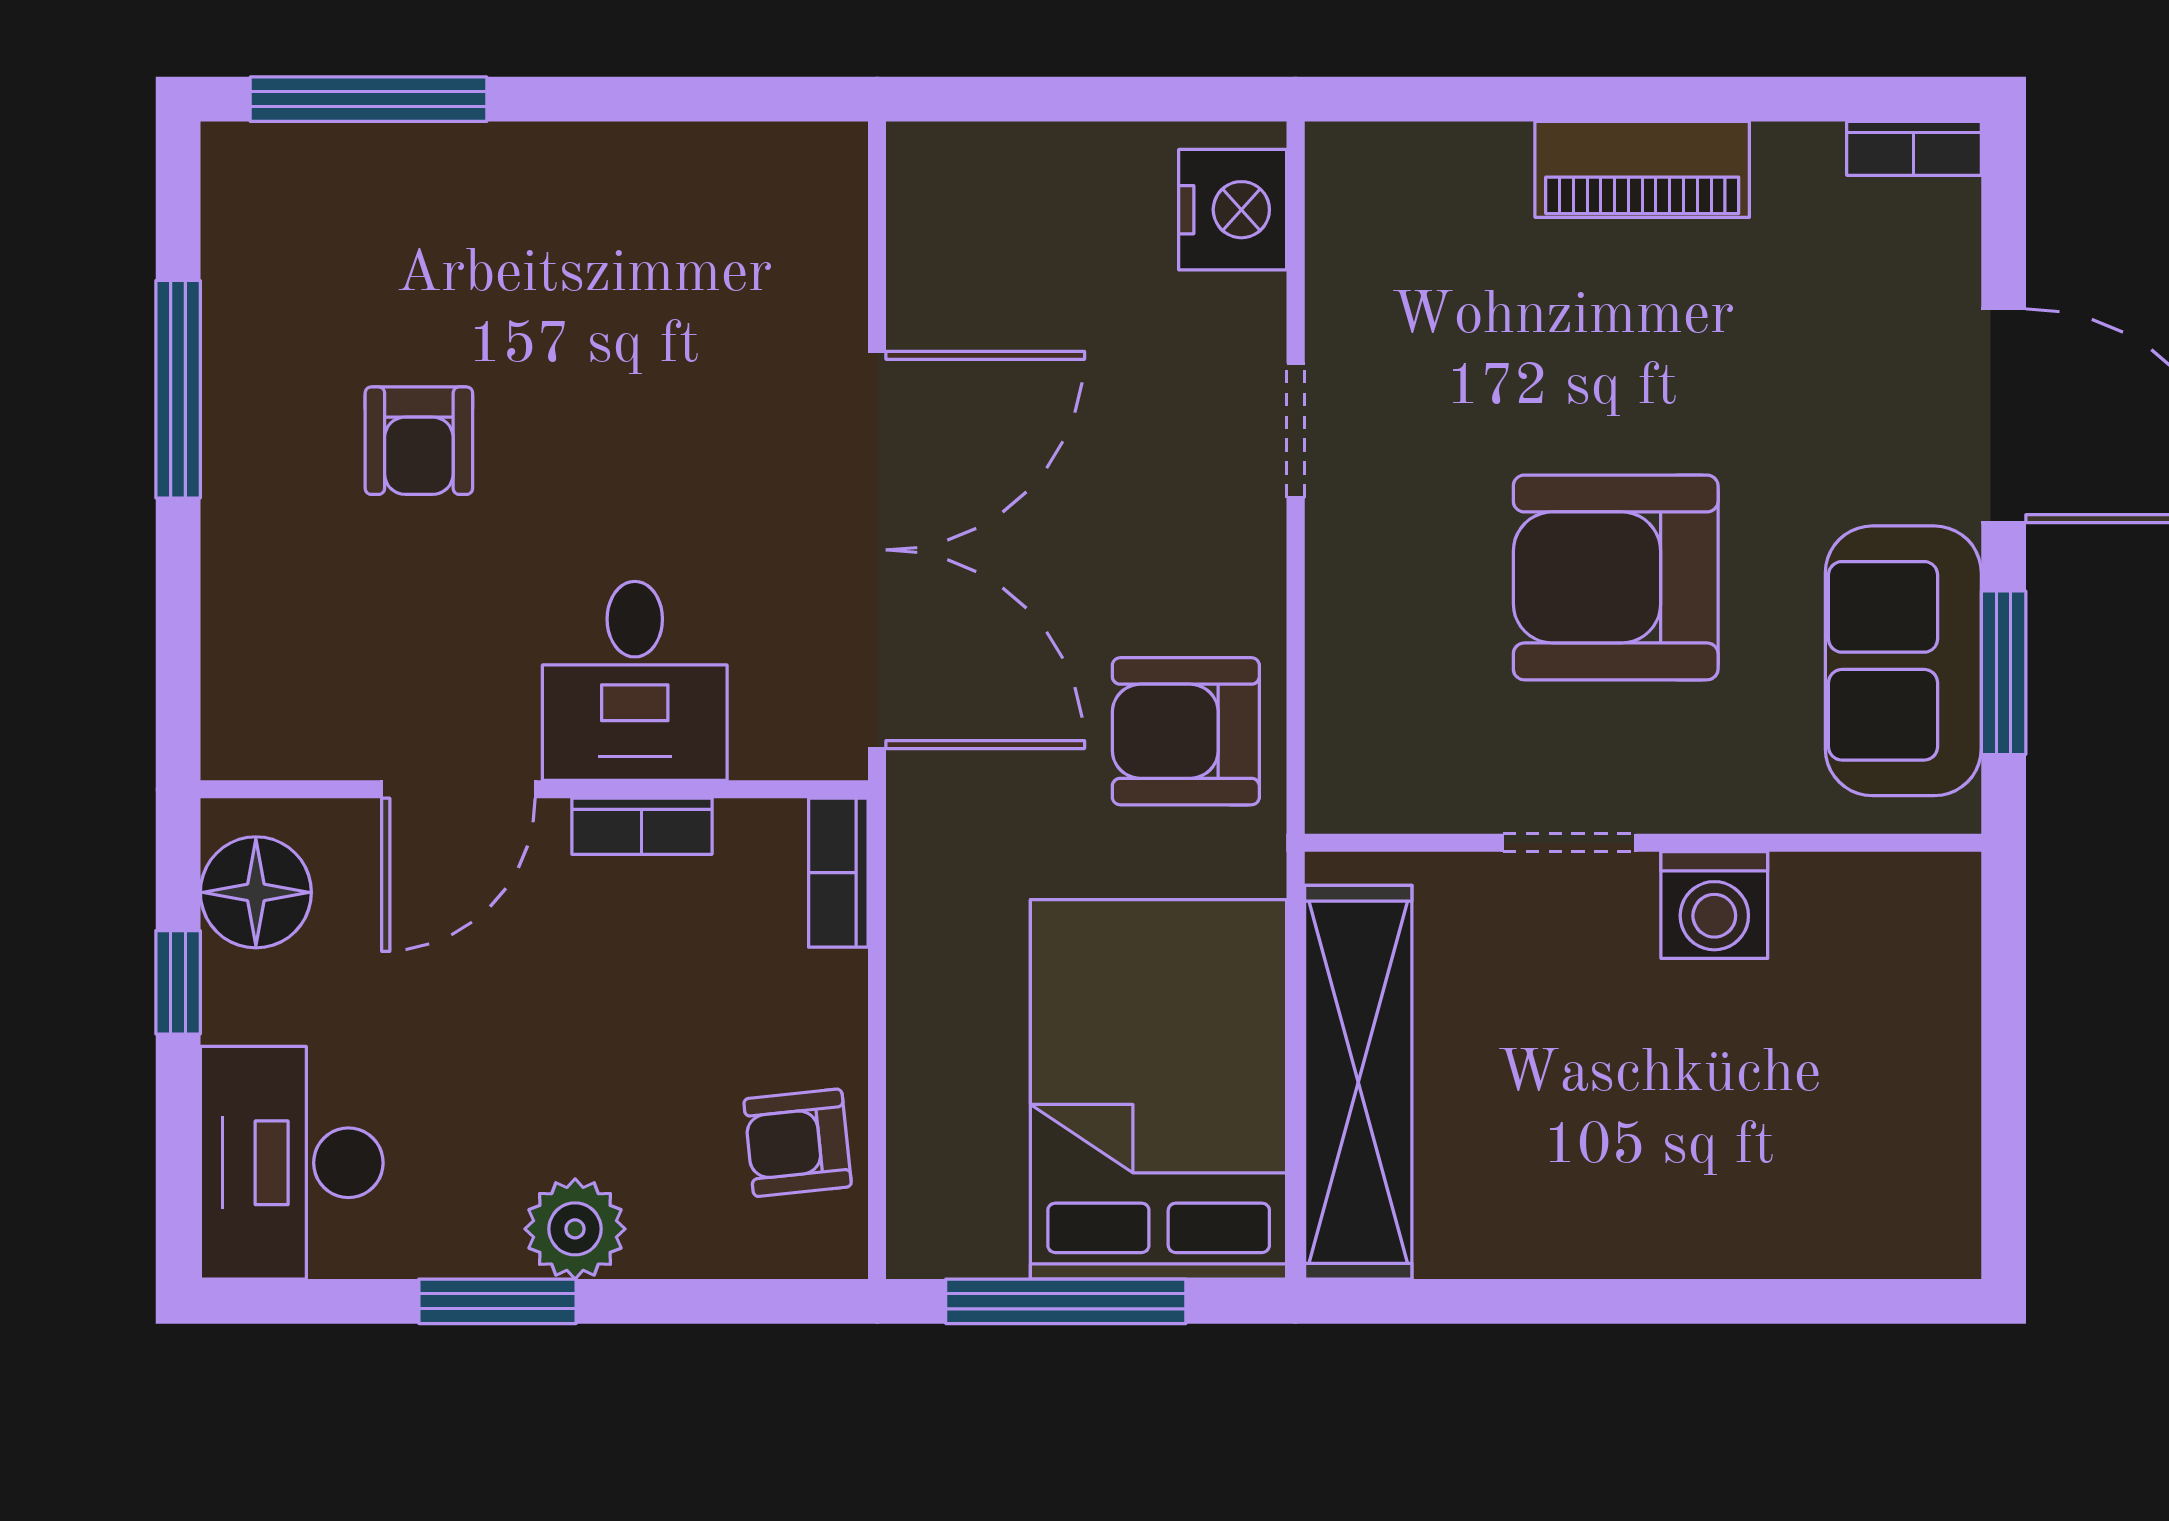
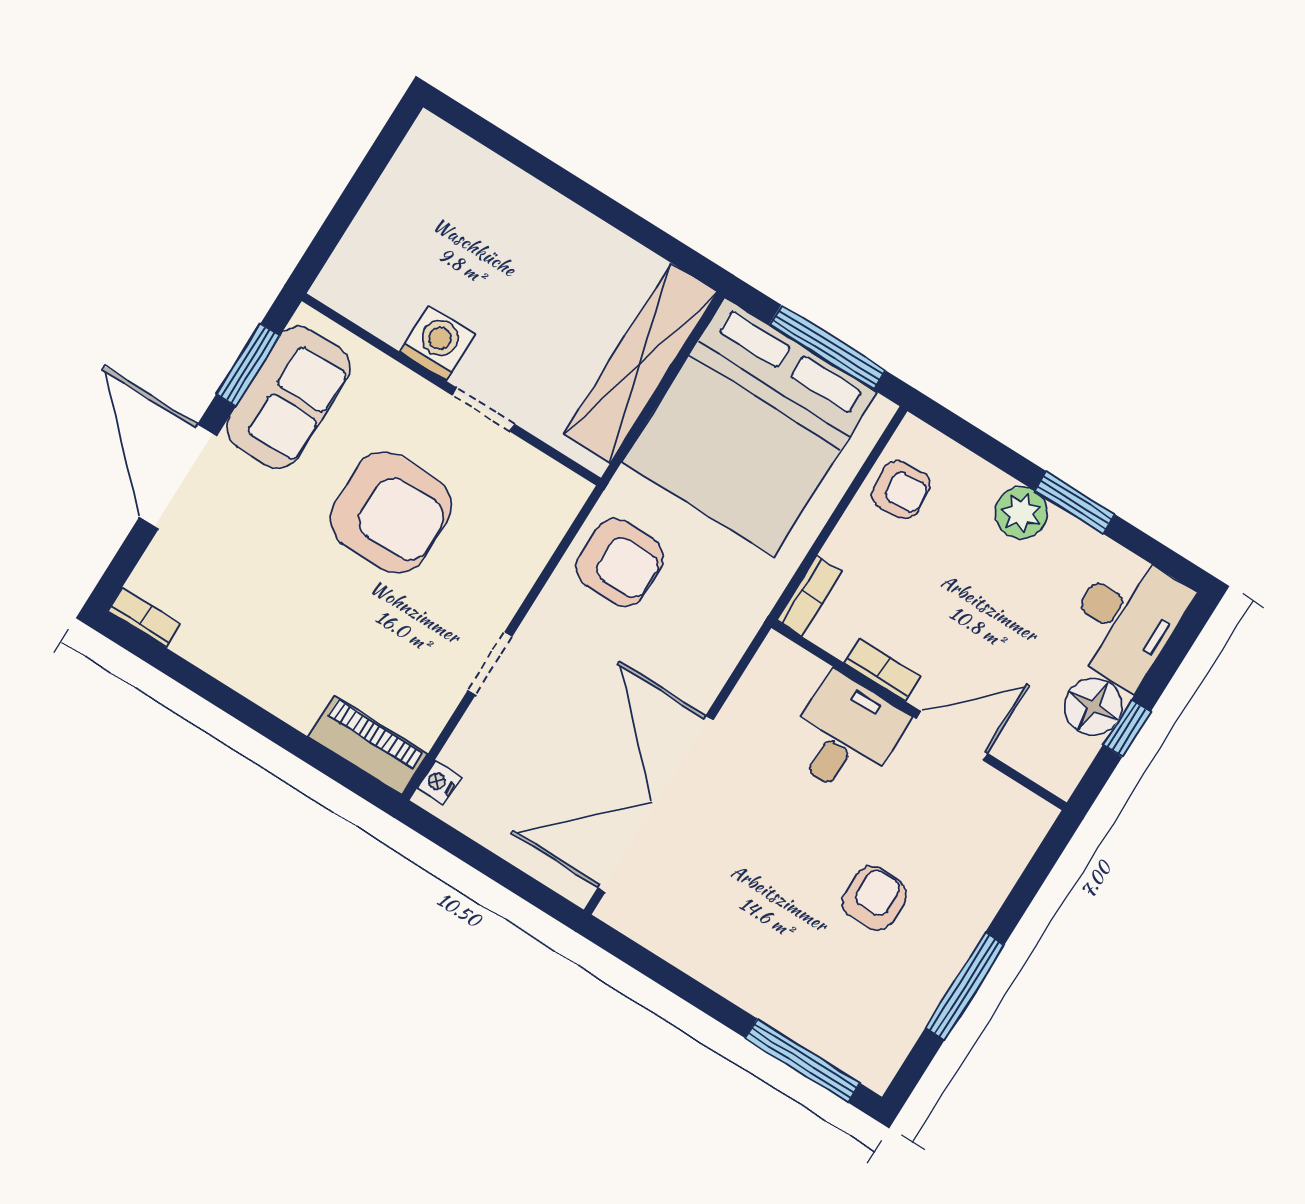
piano: (1642, 169) -> (368, 745), moved
nightstand: (1233, 210) -> (439, 783), width x0.53, depth x0.56
double door: (877, 550) -> (656, 804), moved
floor lamp: (256, 892) -> (1093, 707), moved
bed: (1159, 1089) -> (749, 427), width x1.36

